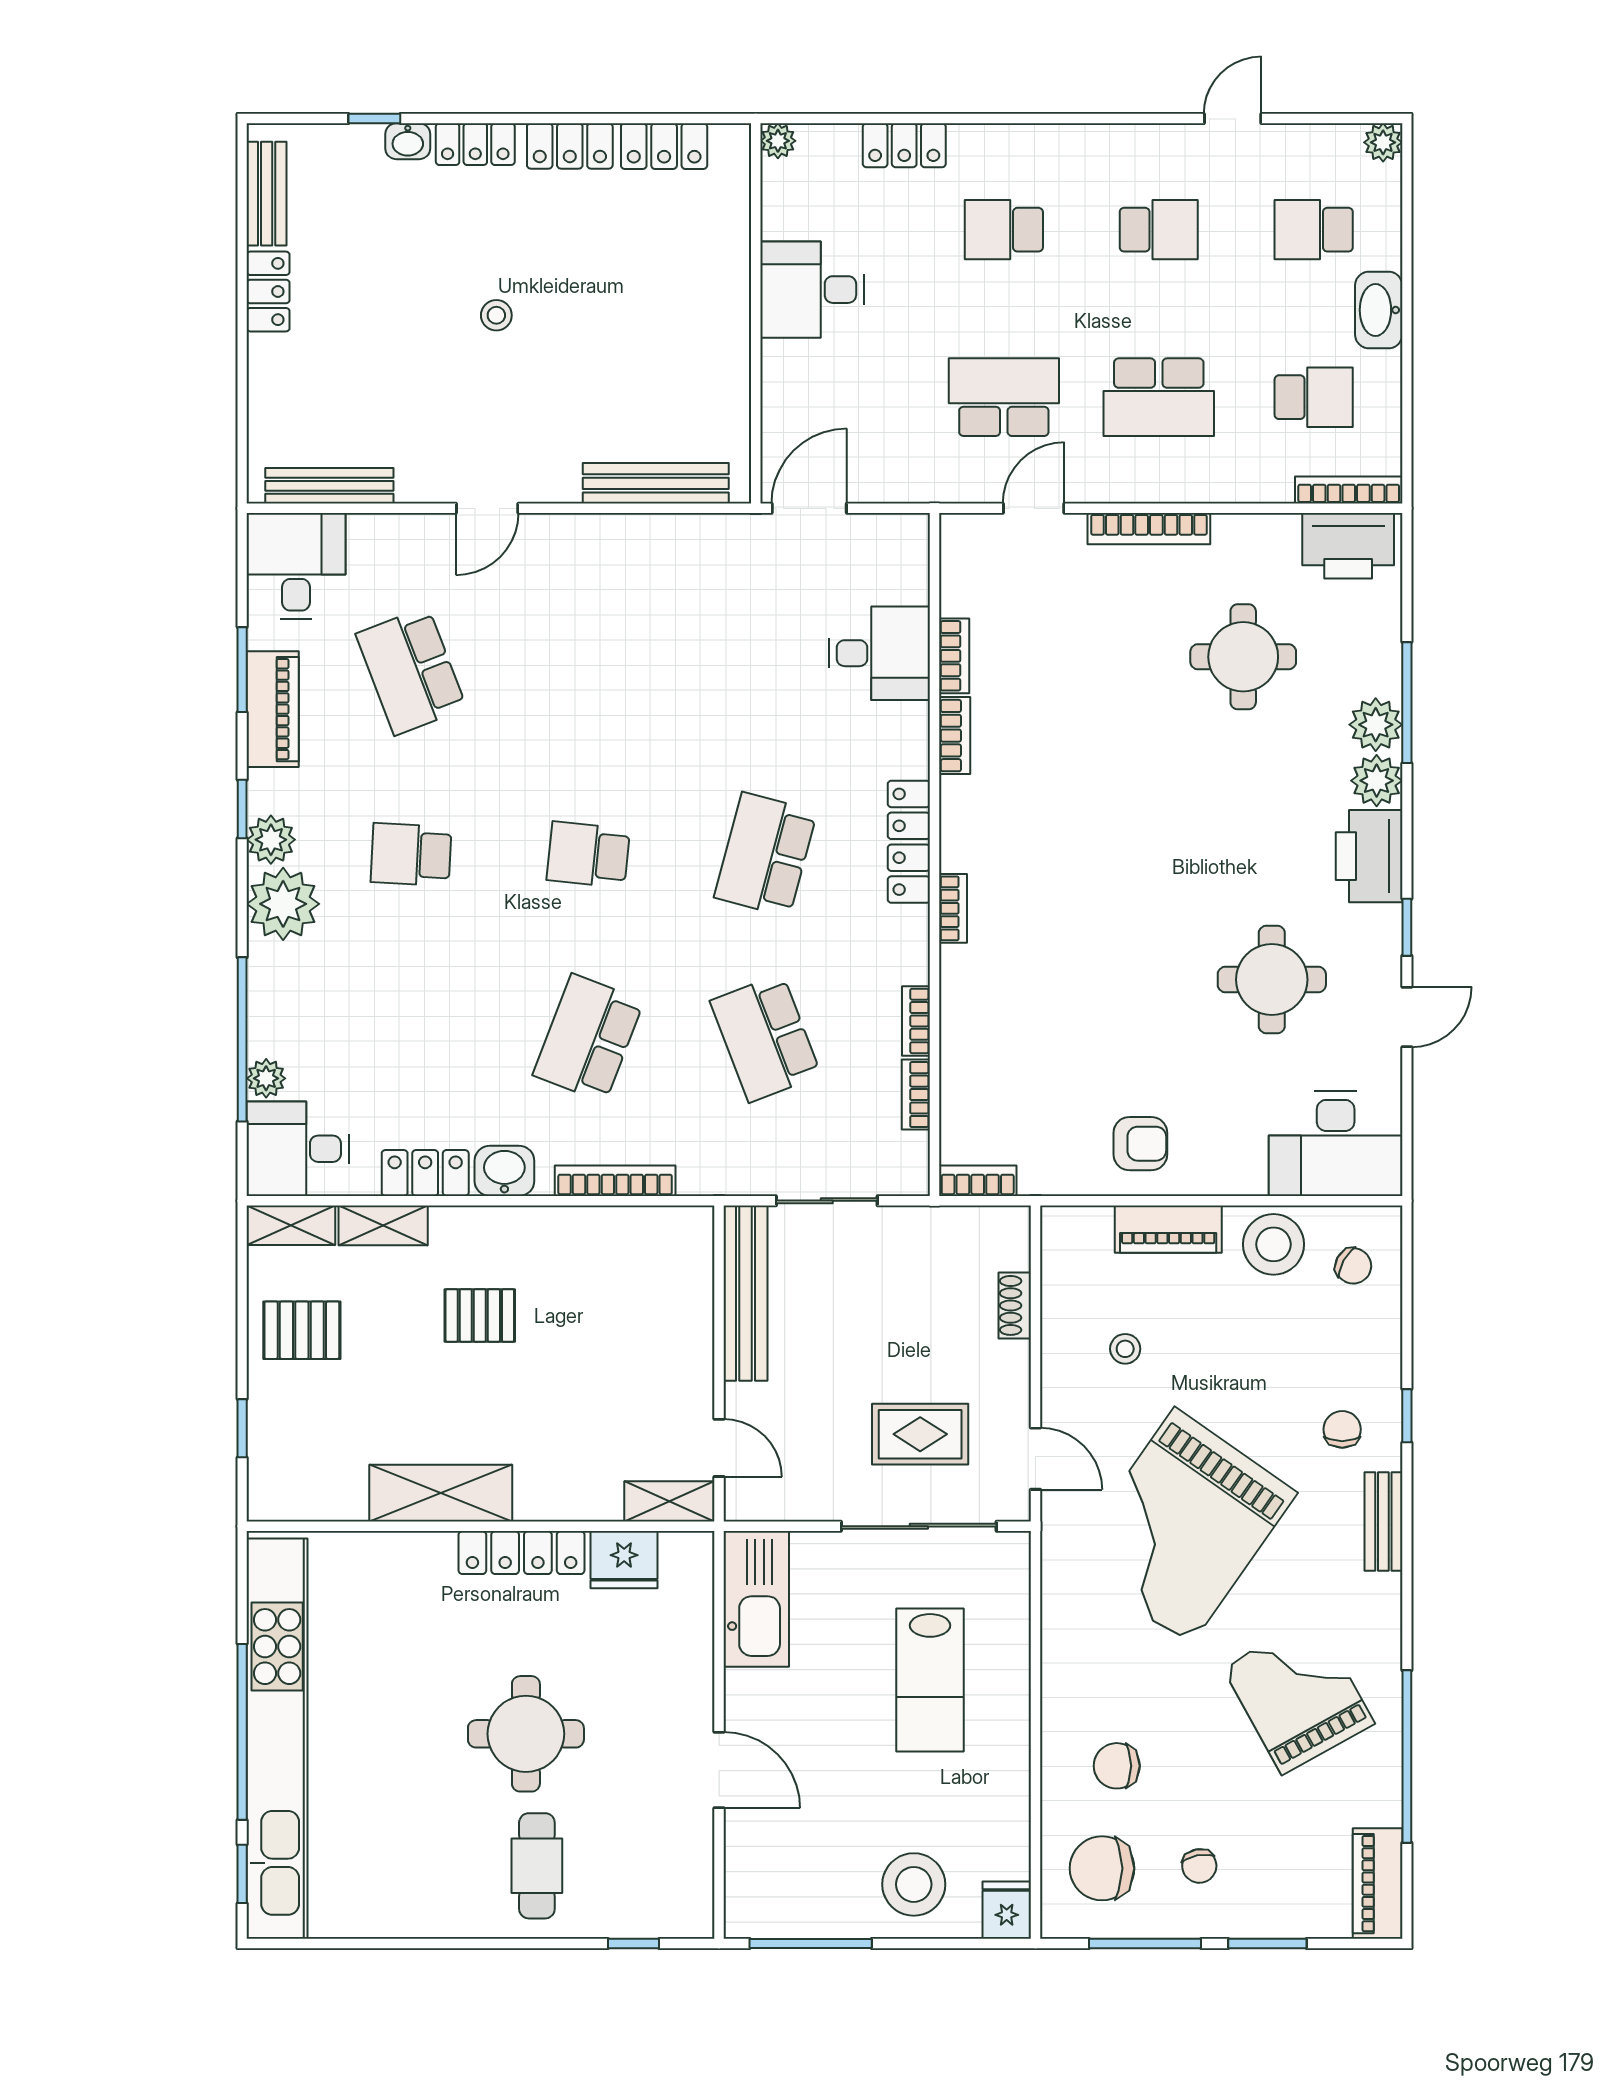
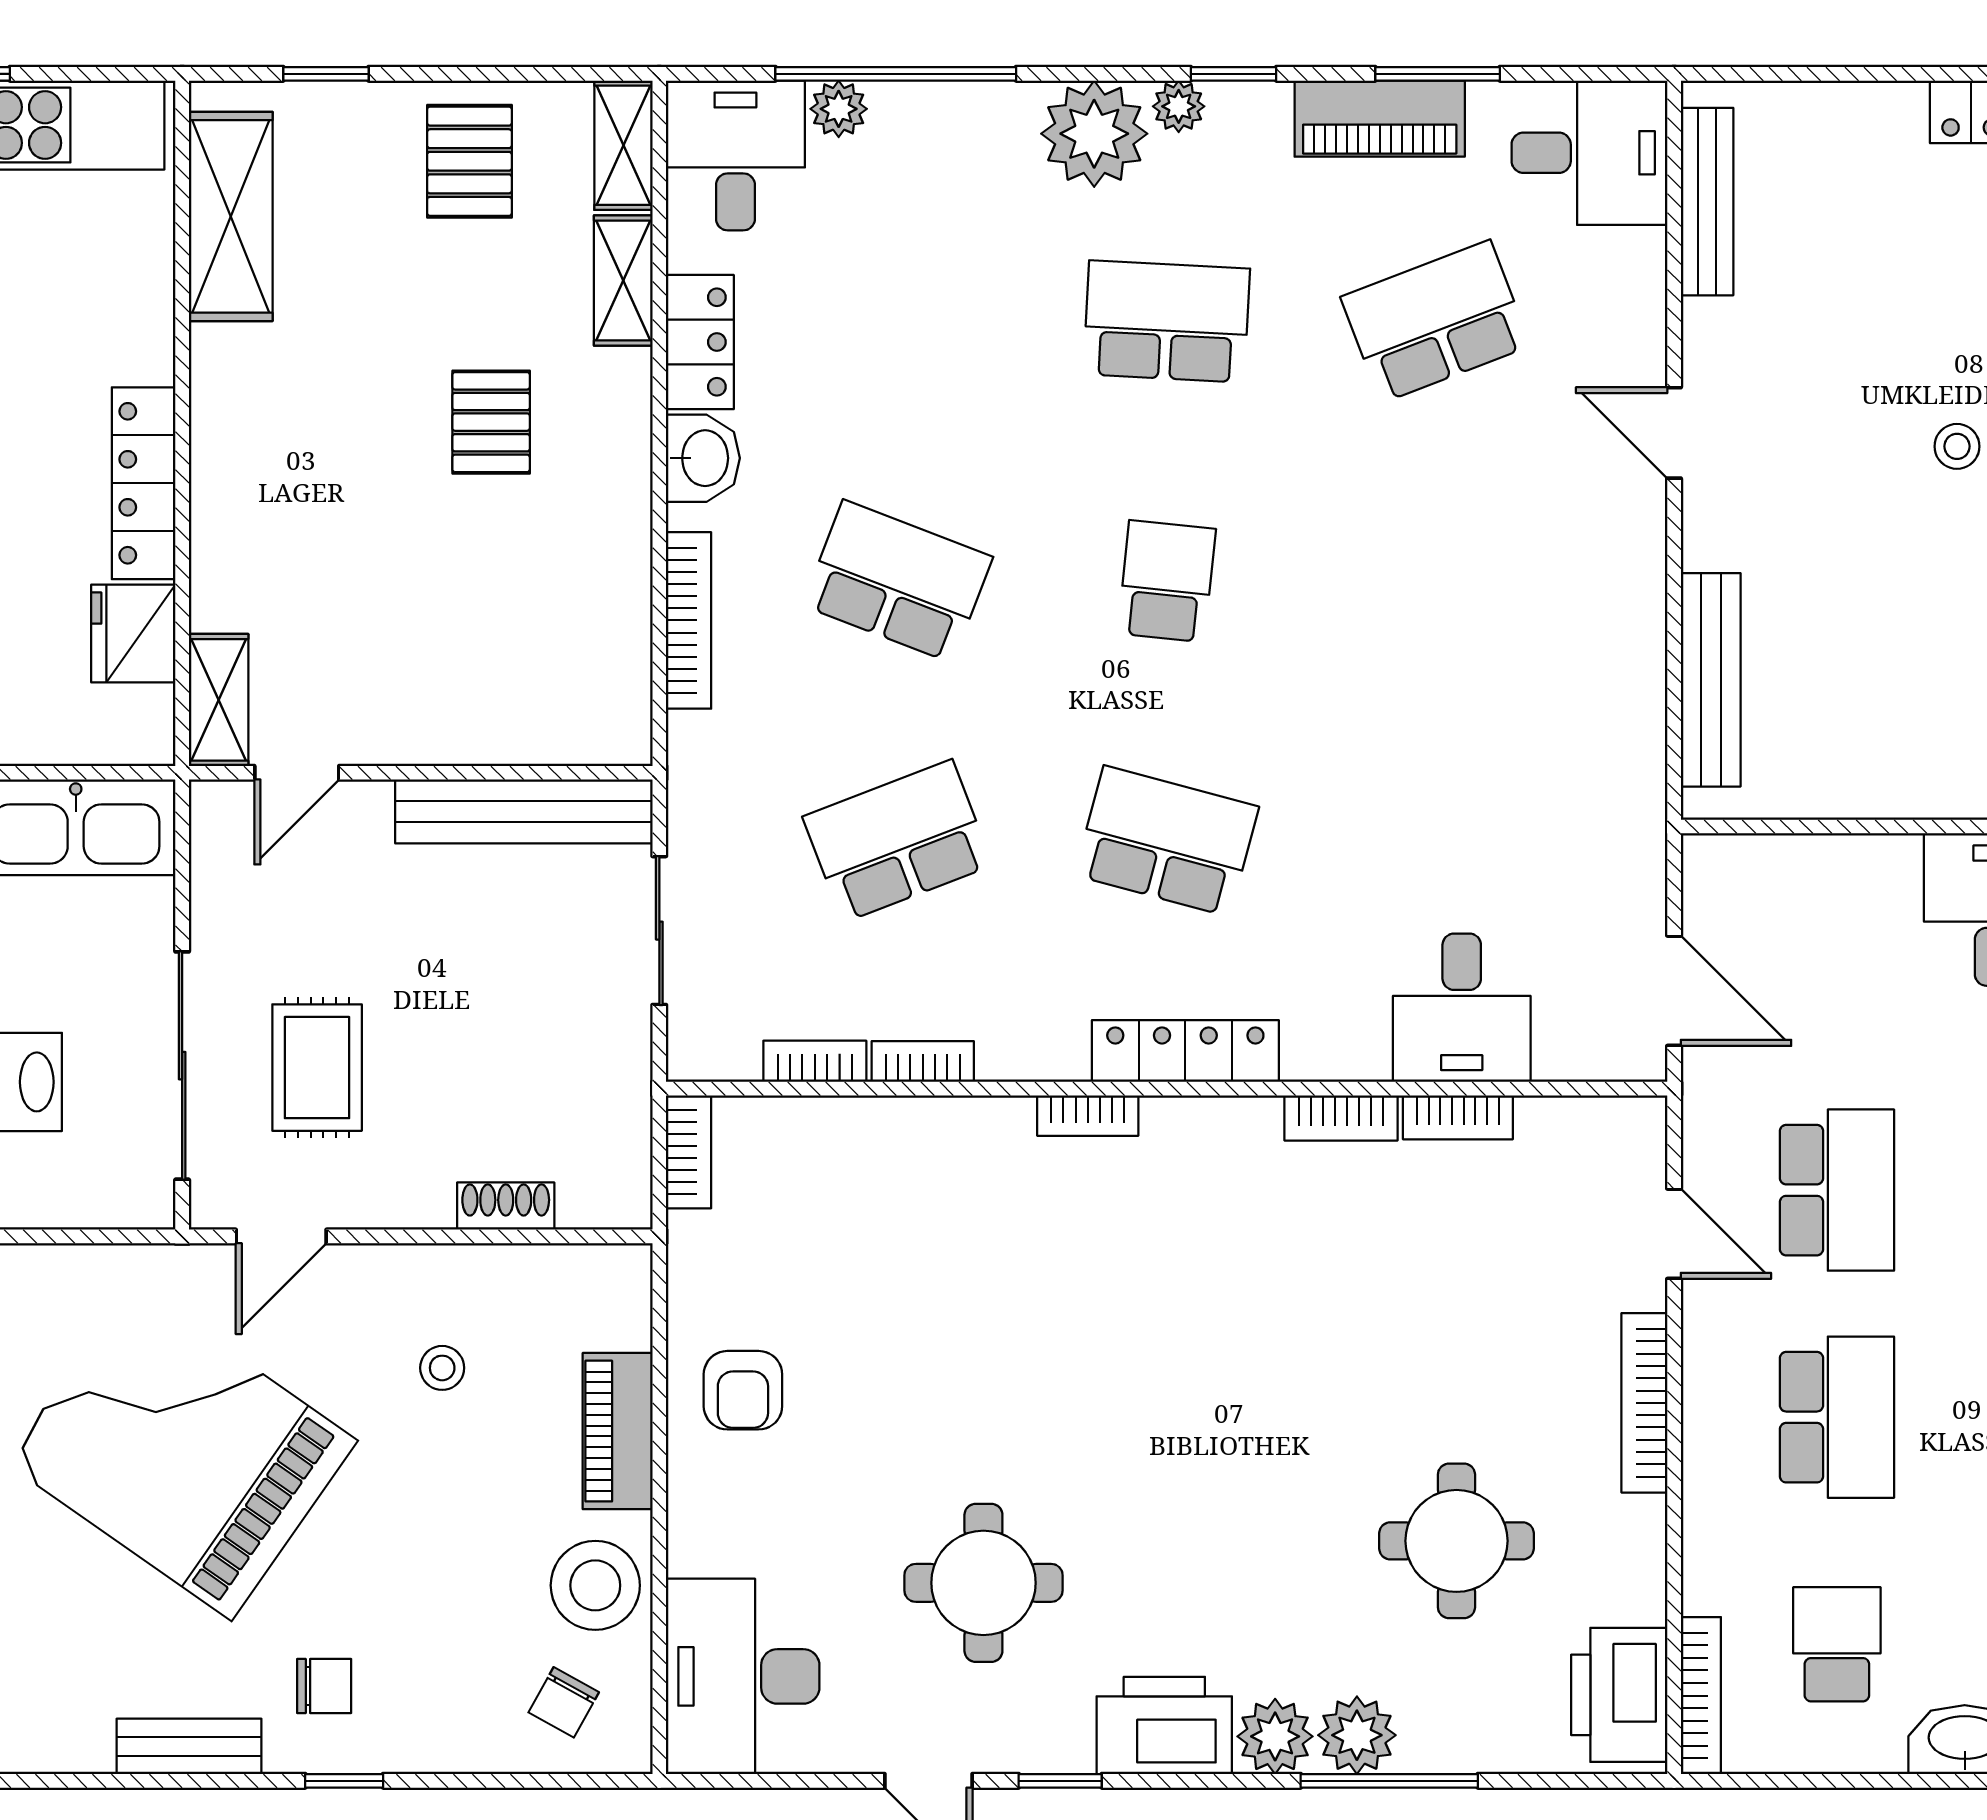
school desk: (1159, 397) -> (1837, 1417), turned 180
school desk: (1314, 397) -> (1837, 1644), turned 180
door: (809, 508) -> (1674, 991), moved
plant: (271, 840) -> (1179, 106), width x0.73, depth x0.73
school desk: (411, 855) -> (1167, 321), width x1.85
shelving: (441, 1493) -> (231, 216), moved

